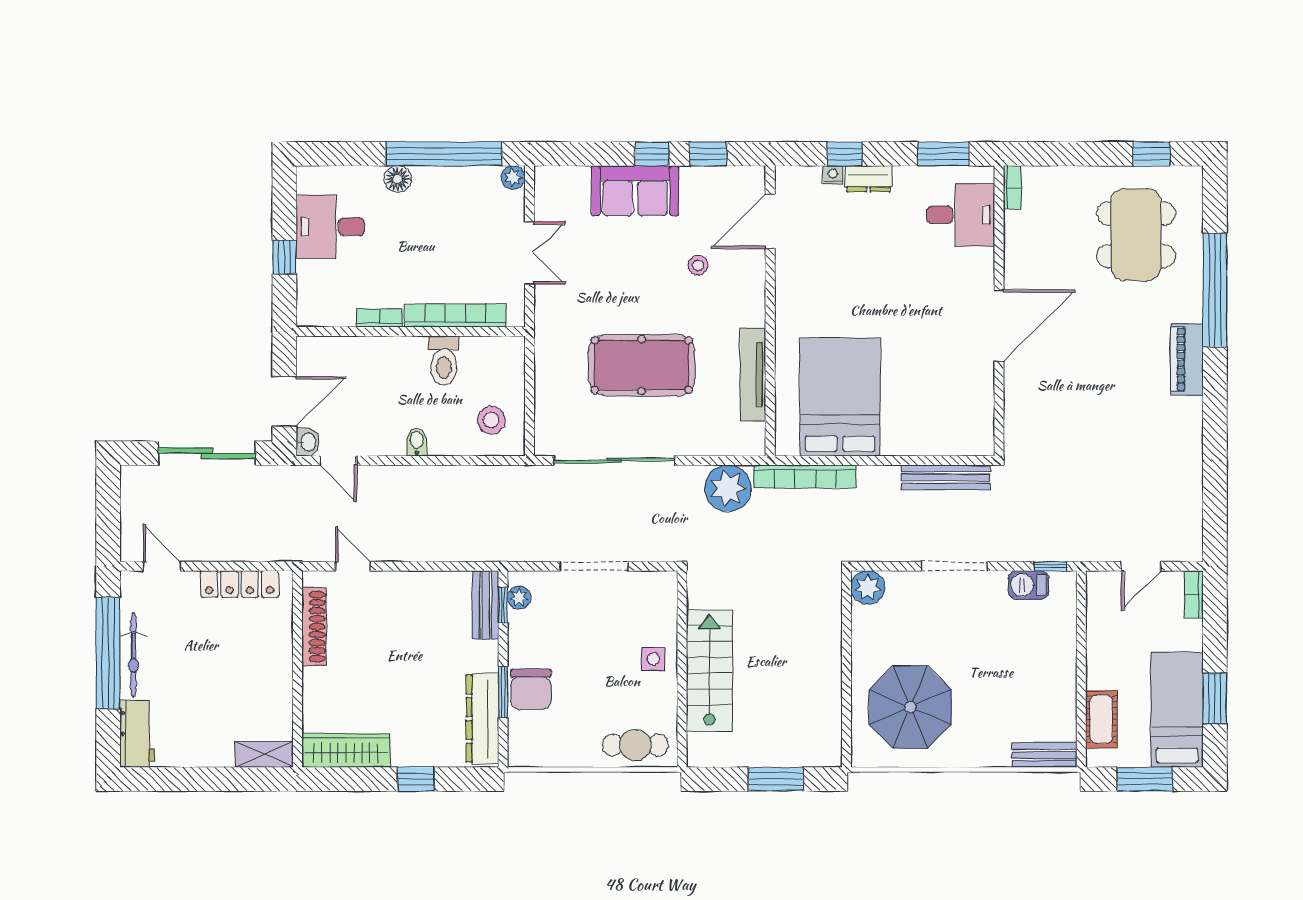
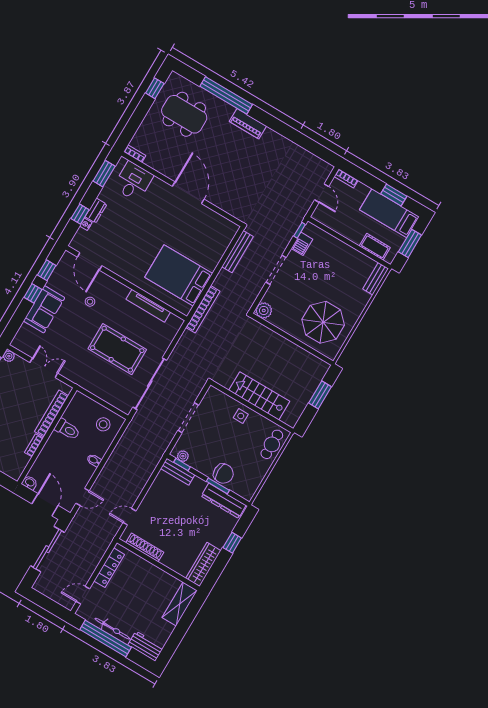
pool table: (642, 365) -> (117, 349), turned 90
washbasin: (308, 442) -> (30, 483), moved
plant: (728, 488) -> (189, 344), removed
shelving: (264, 754) -> (180, 604), width x1.50, depth x1.33

